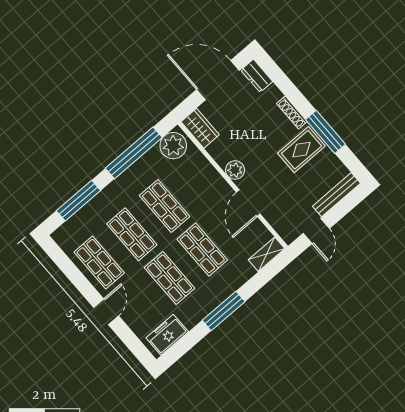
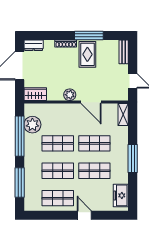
plant: (173, 146) -> (32, 125), moved
bench: (336, 195) -> (124, 52), width x0.73

